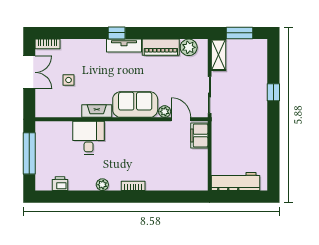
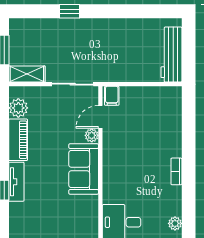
fireplace: (97, 111) -> (91, 213), removed
filing cabinet: (199, 136) -> (112, 96), width x0.50
plant: (102, 185) -> (175, 223), moved

